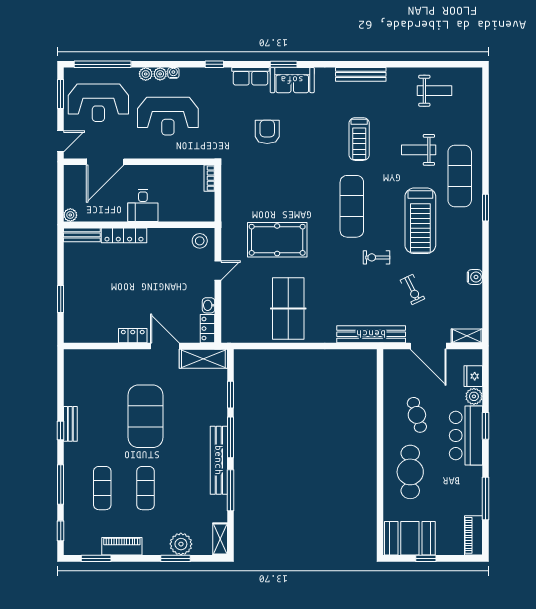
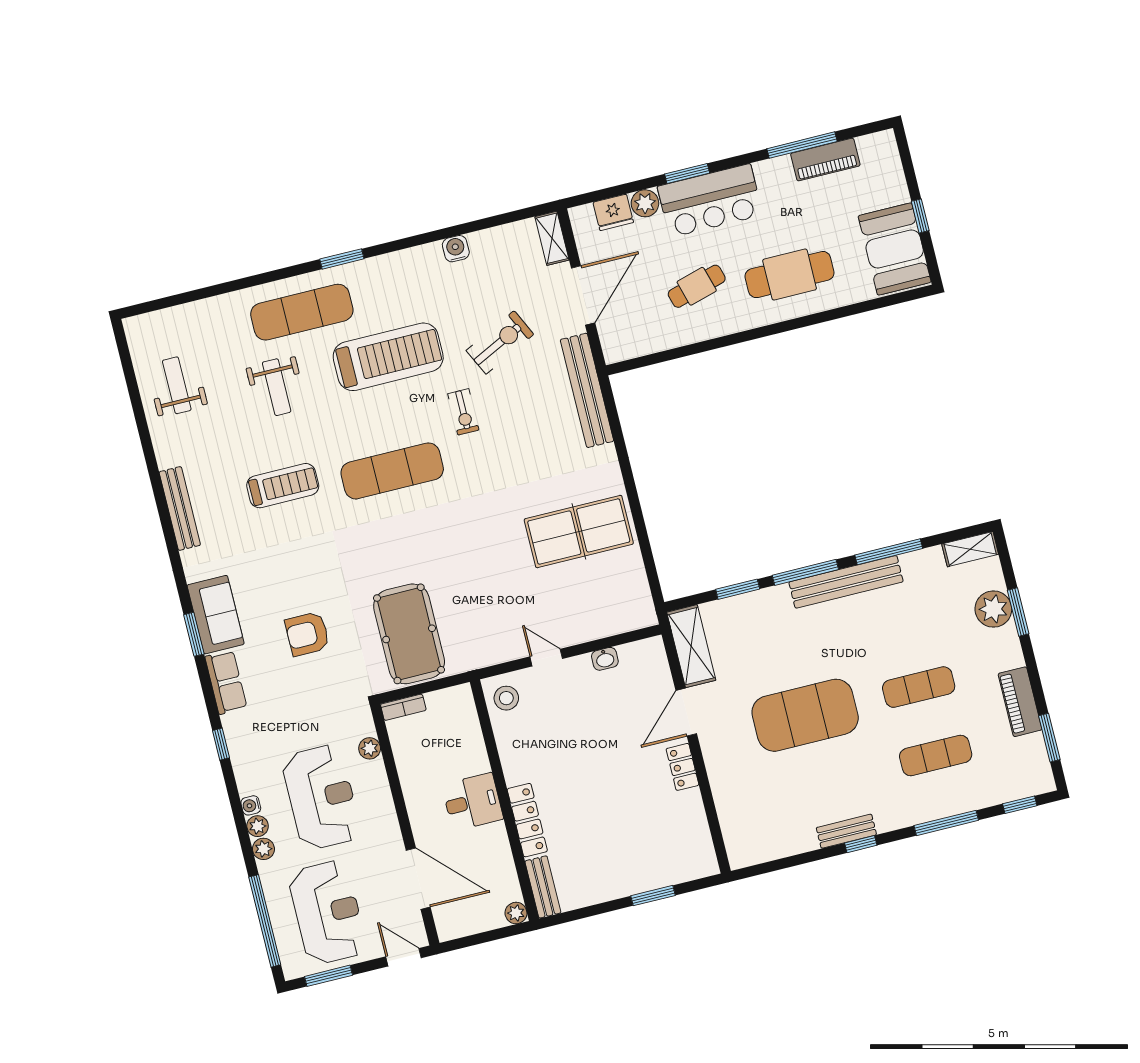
plant: (190, 152) -> (370, 748), added
pool table: (277, 240) -> (409, 634), moved
exercise bike: (412, 290) -> (500, 342), width x1.38, depth x1.39
locker: (208, 329) -> (642, 651), removed
piano: (473, 535) -> (825, 160), moved

